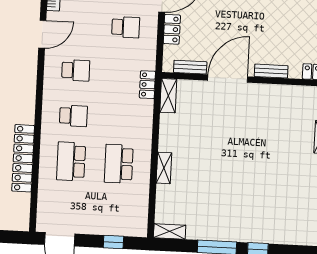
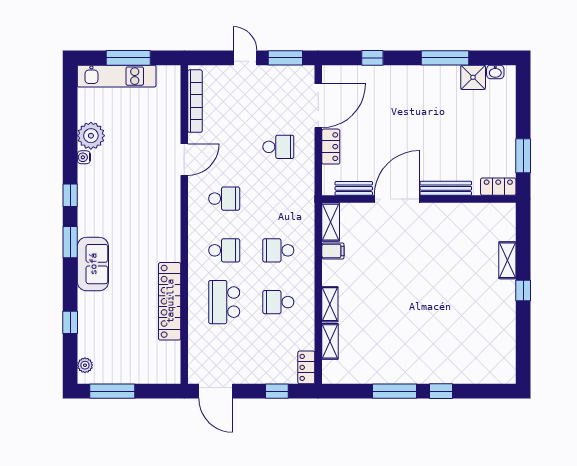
bench: (271, 71) -> (446, 188), width x1.36
locker: (147, 85) -> (306, 367), moved
school desk: (121, 118) -> (278, 250), added
filing cabinet: (169, 121) -> (333, 251), added
school desk: (119, 164) -> (278, 302), width x0.54
shelving: (170, 231) -> (330, 341), moved, turned 90

